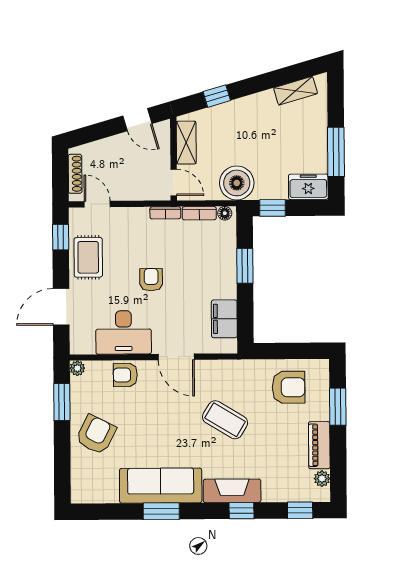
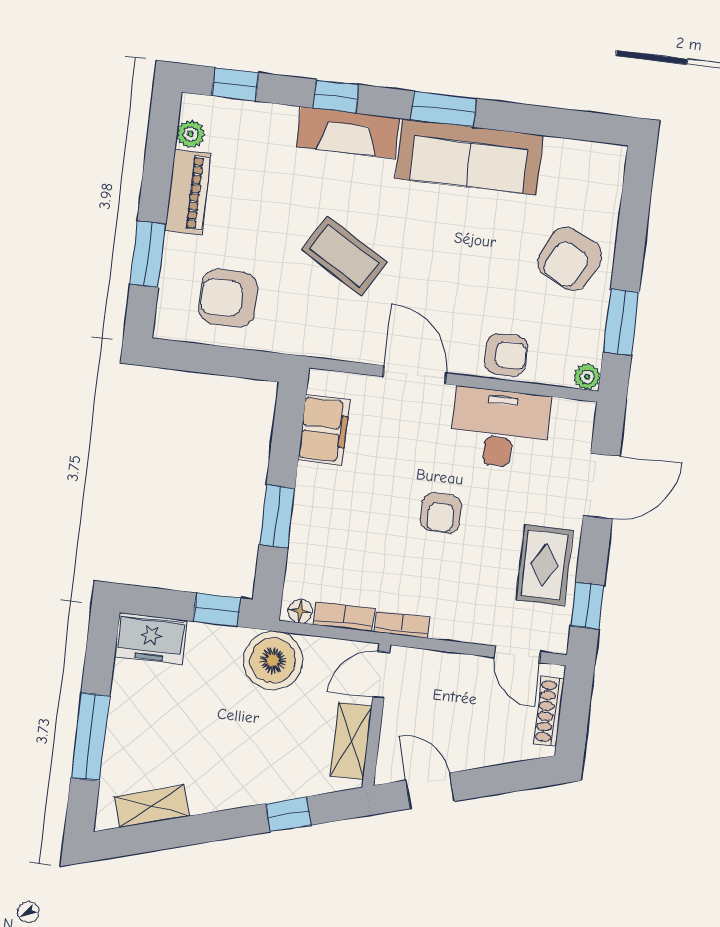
window: (336, 152) -> (90, 737), moved
door: (174, 182) -> (381, 675), hinge flipped
window: (161, 511) -> (443, 109), moved

